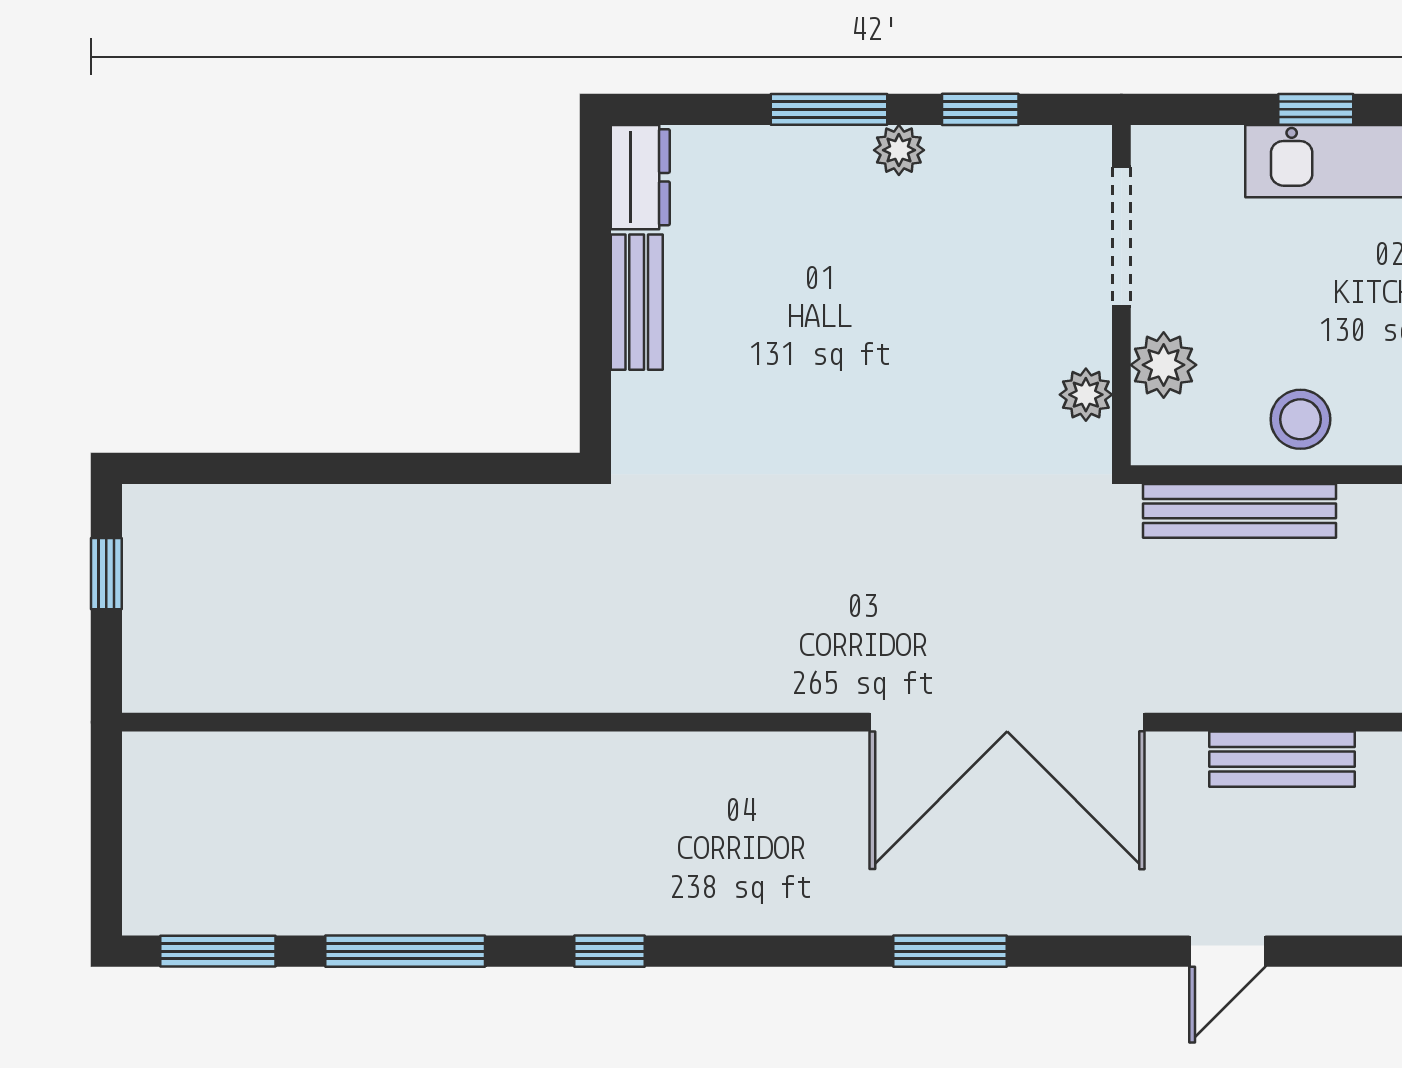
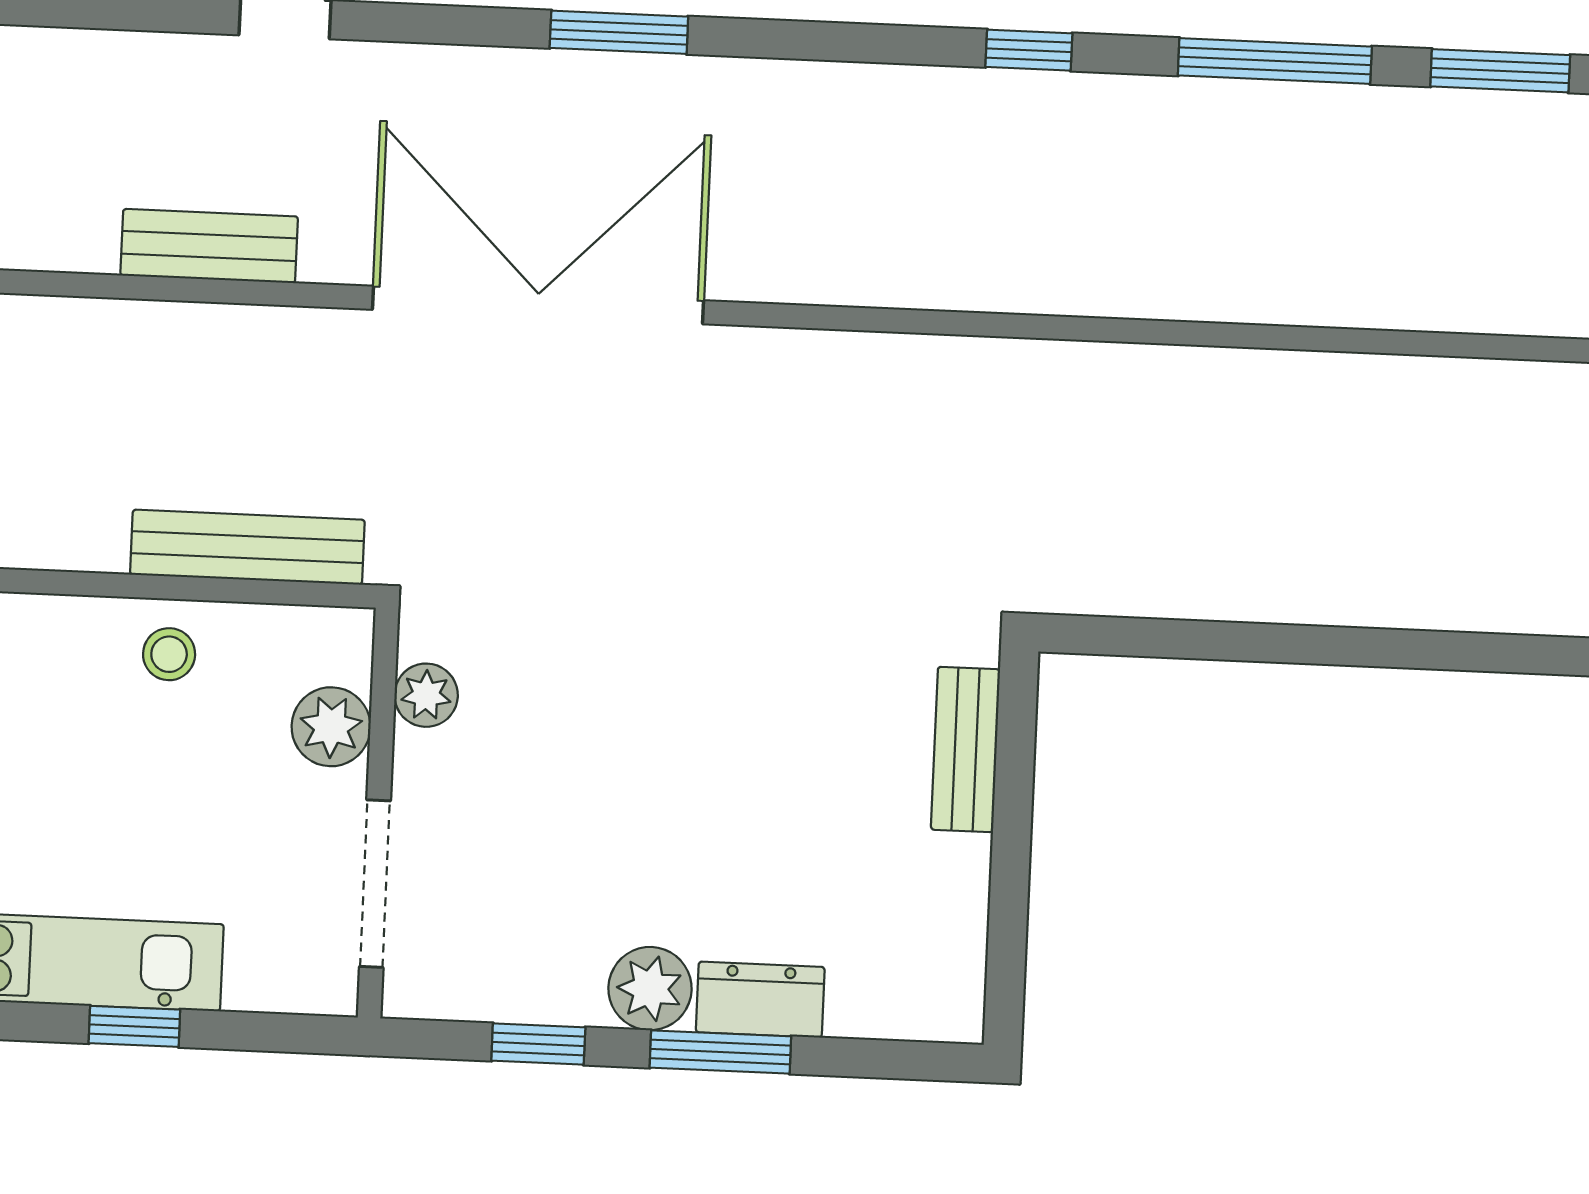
plant: (899, 150) -> (650, 989), width x1.38, depth x1.38
dresser: (640, 177) -> (760, 1000), moved, turned 90
bench: (637, 302) -> (965, 749), moved
stool: (1300, 419) -> (169, 654), width x0.73, depth x0.73

